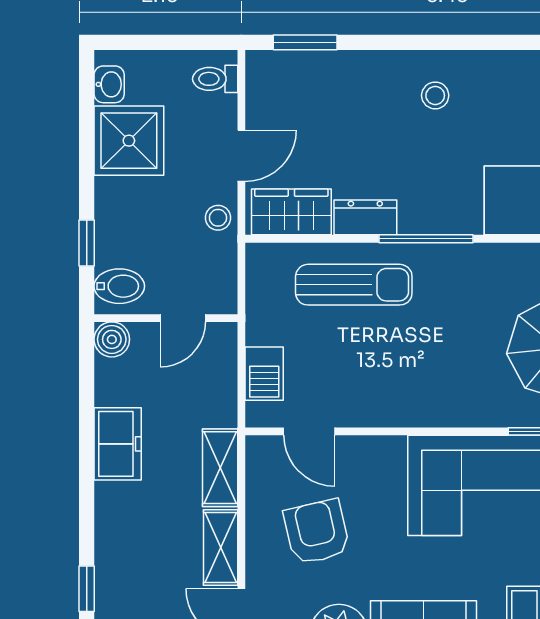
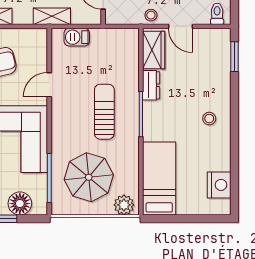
sun lounger: (354, 285) -> (104, 112), moved, turned 180
door: (309, 431) -> (49, 85), moved
shelving: (220, 468) -> (52, 16), moved

